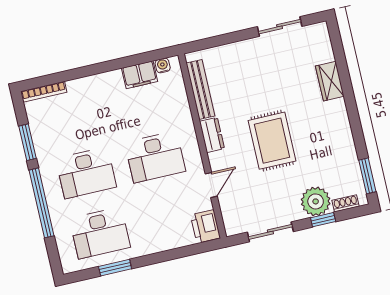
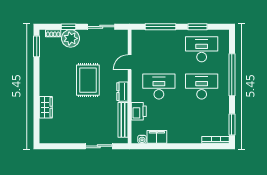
sliding door: (280, 27) -> (99, 146), moved
window: (28, 142) -> (232, 124), moved
printer: (205, 226) -> (139, 111), moved
window: (175, 254) -> (161, 27), added

